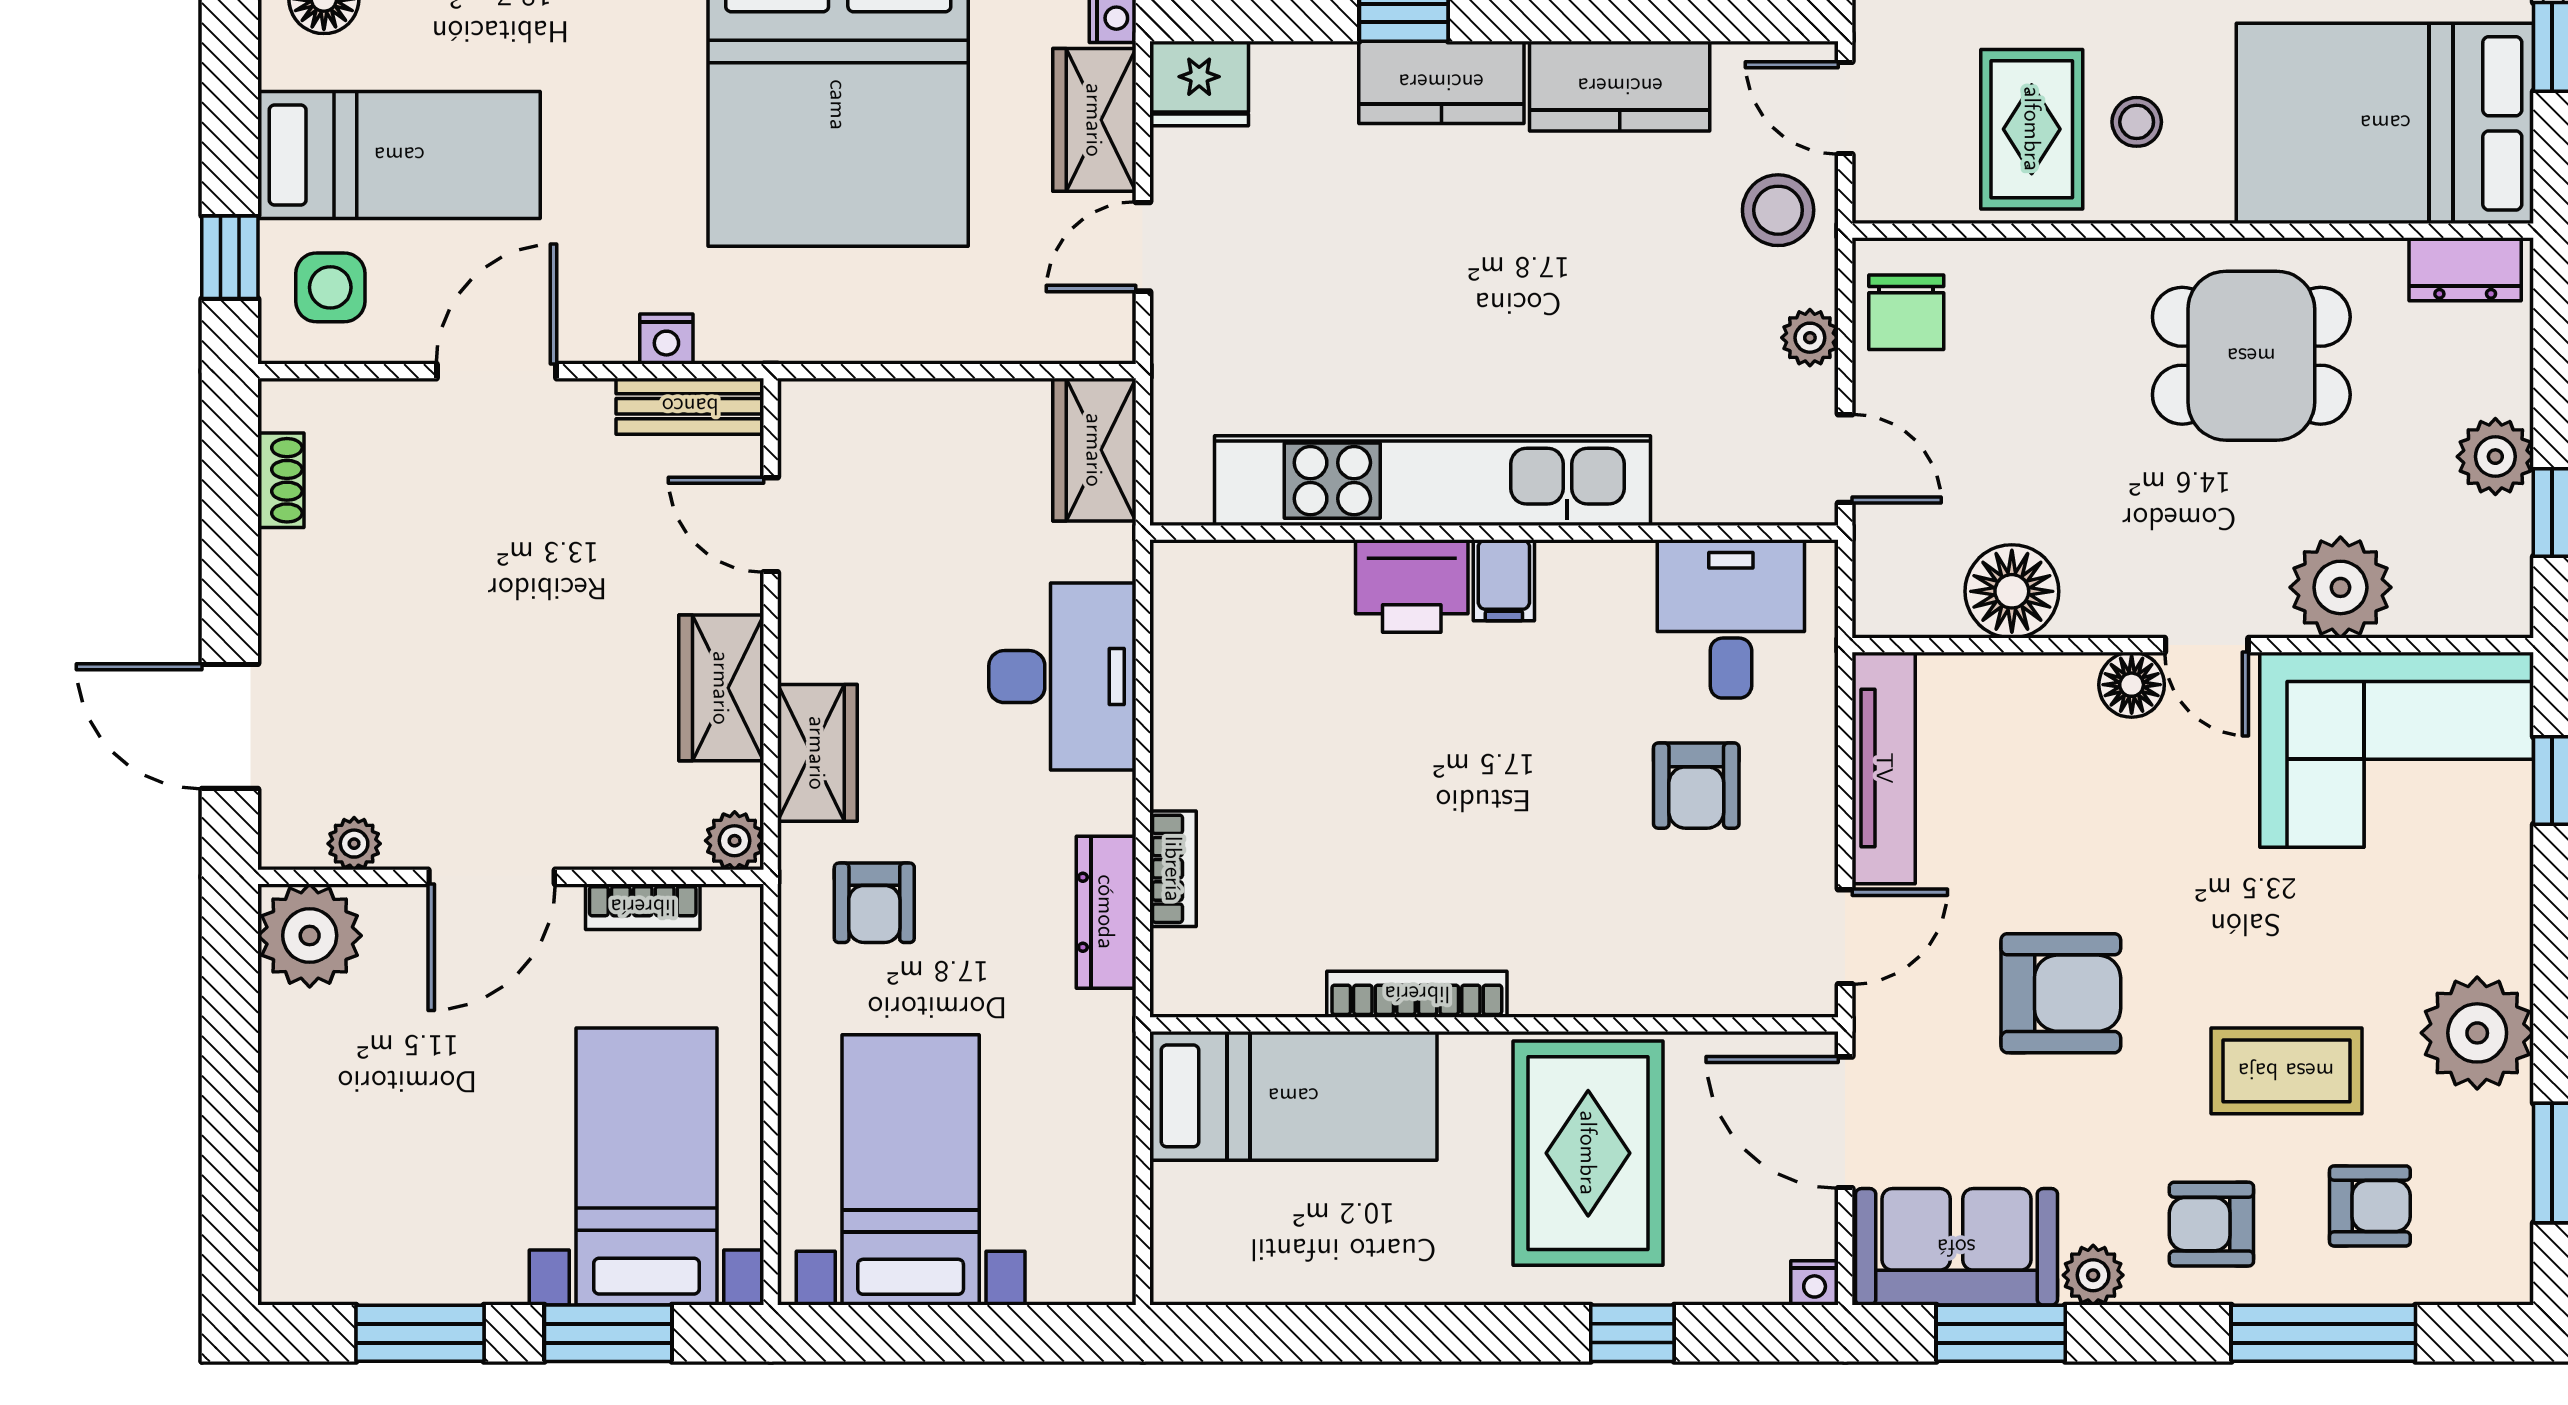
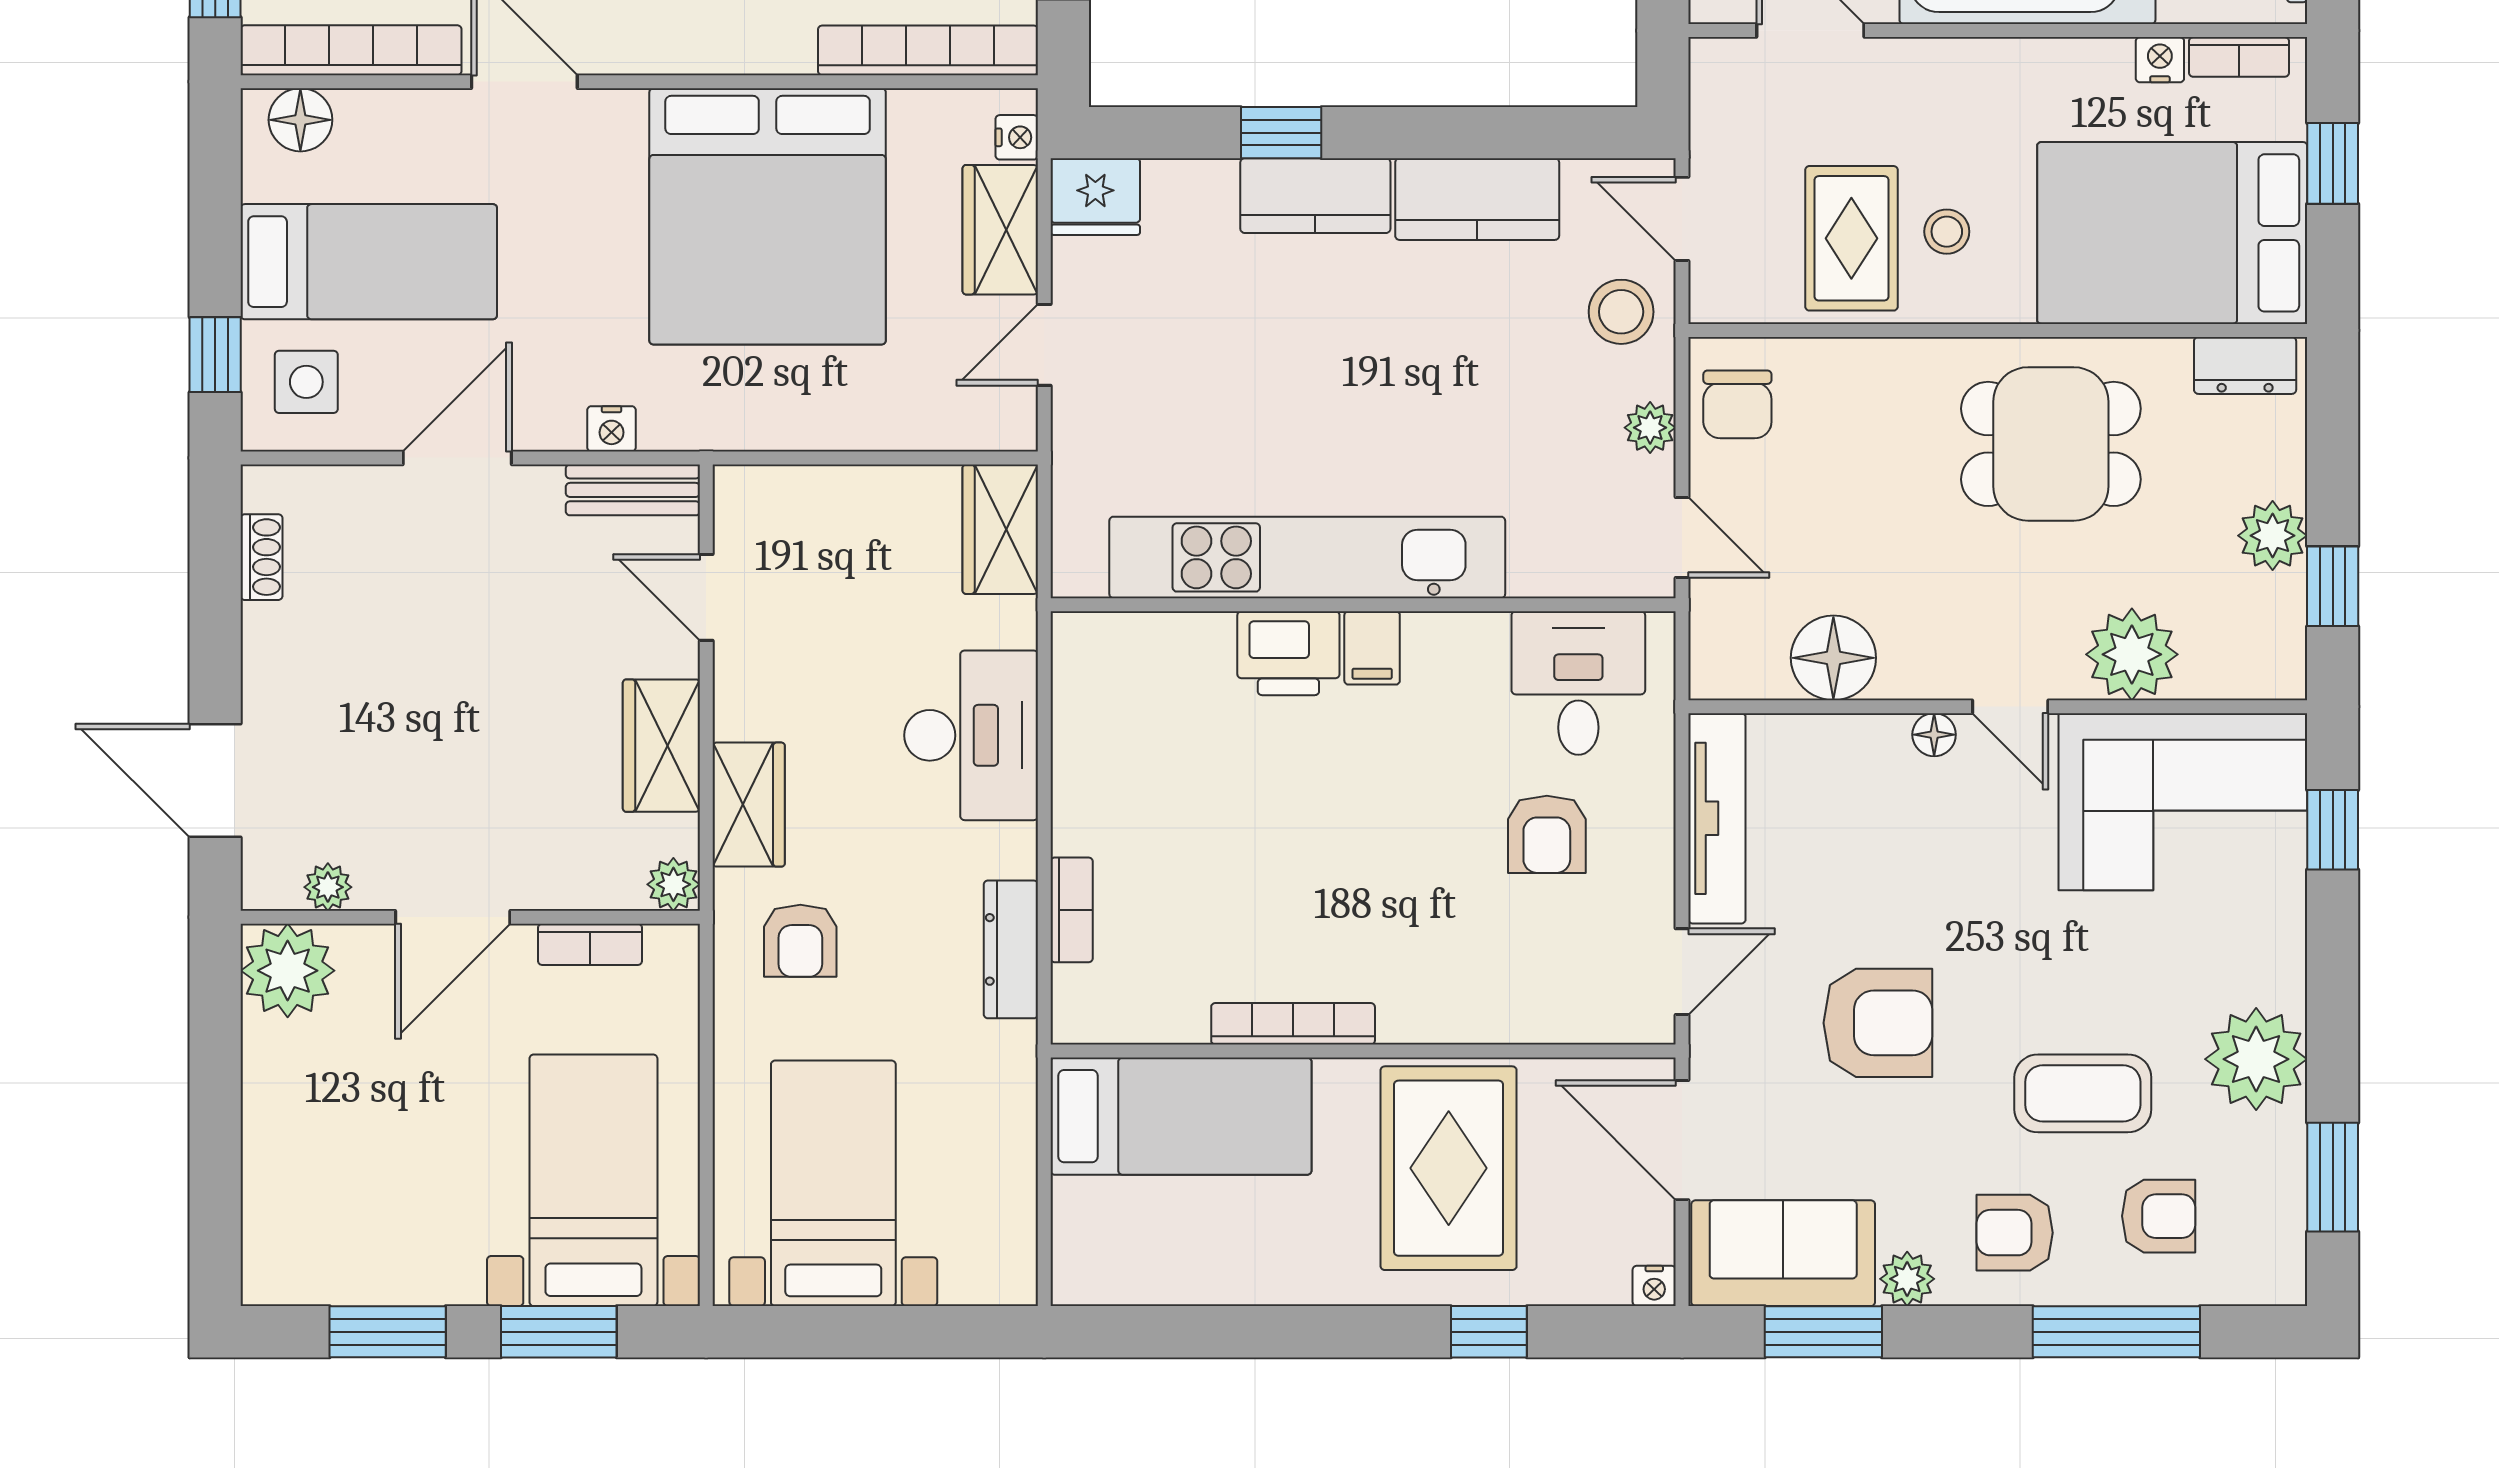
floor lamp: (2132, 685) -> (1934, 735), width x0.73, depth x0.73

